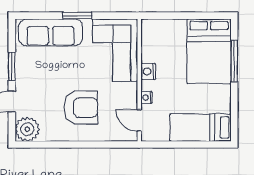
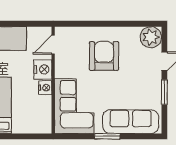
nightstand: (146, 98) -> (43, 69), width x1.89, depth x1.79
armchair: (81, 108) -> (104, 56), turned 90
door: (139, 121) -> (53, 45), swing flipped

